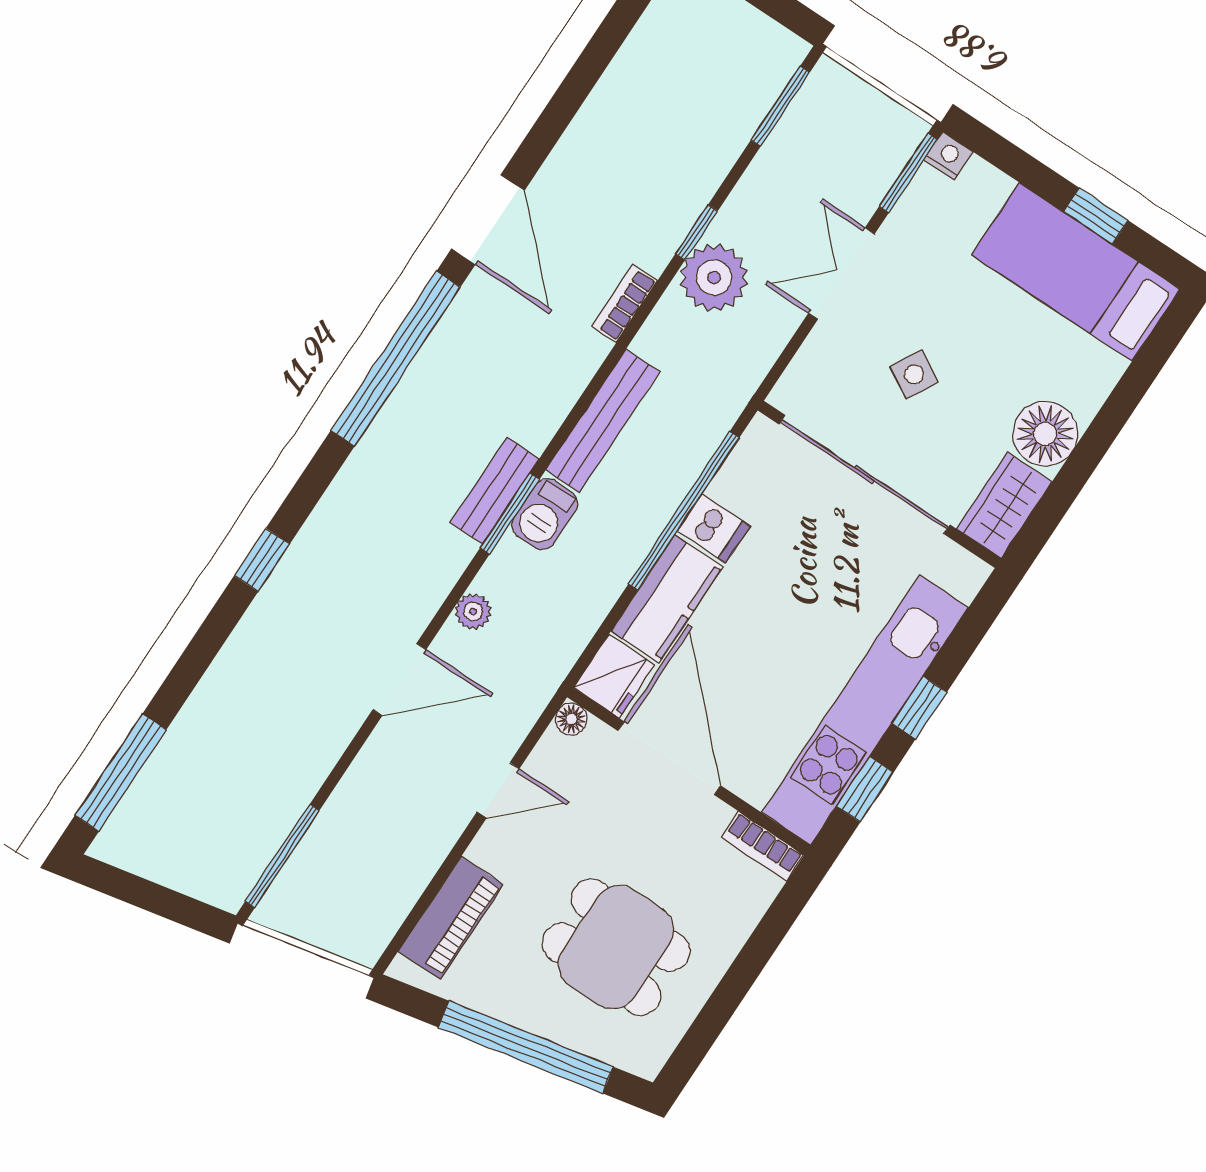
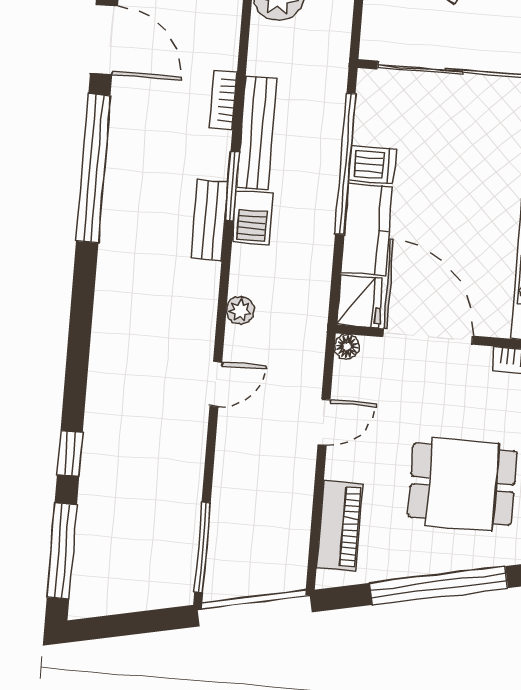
bookcase: (625, 303) -> (223, 100), moved
window: (510, 513) -> (232, 186), moved
window: (262, 560) -> (70, 453), moved
door: (399, 680) -> (216, 384), width x0.73

